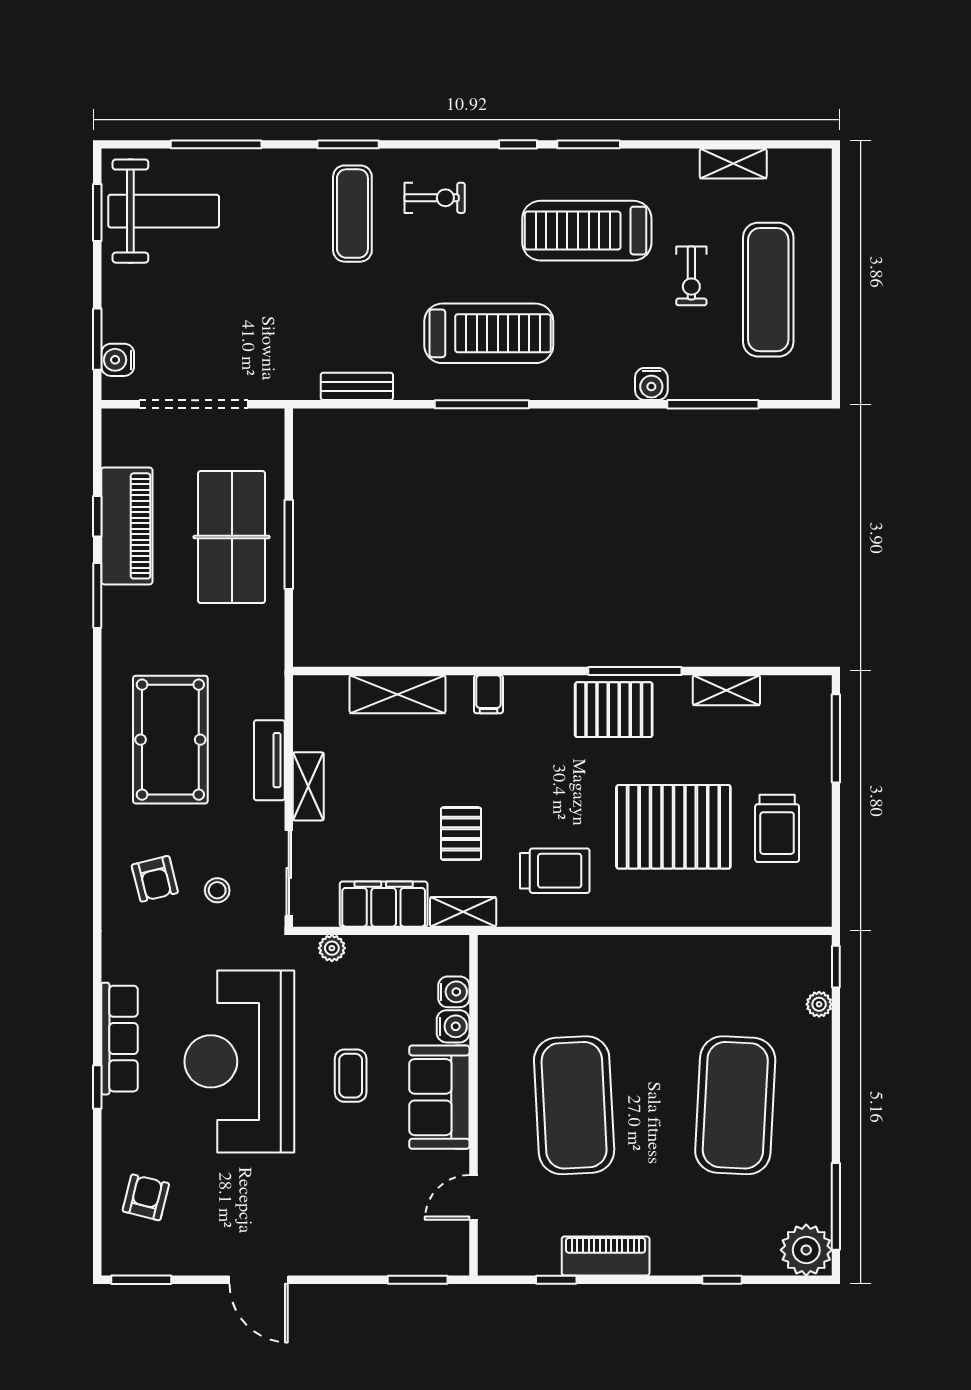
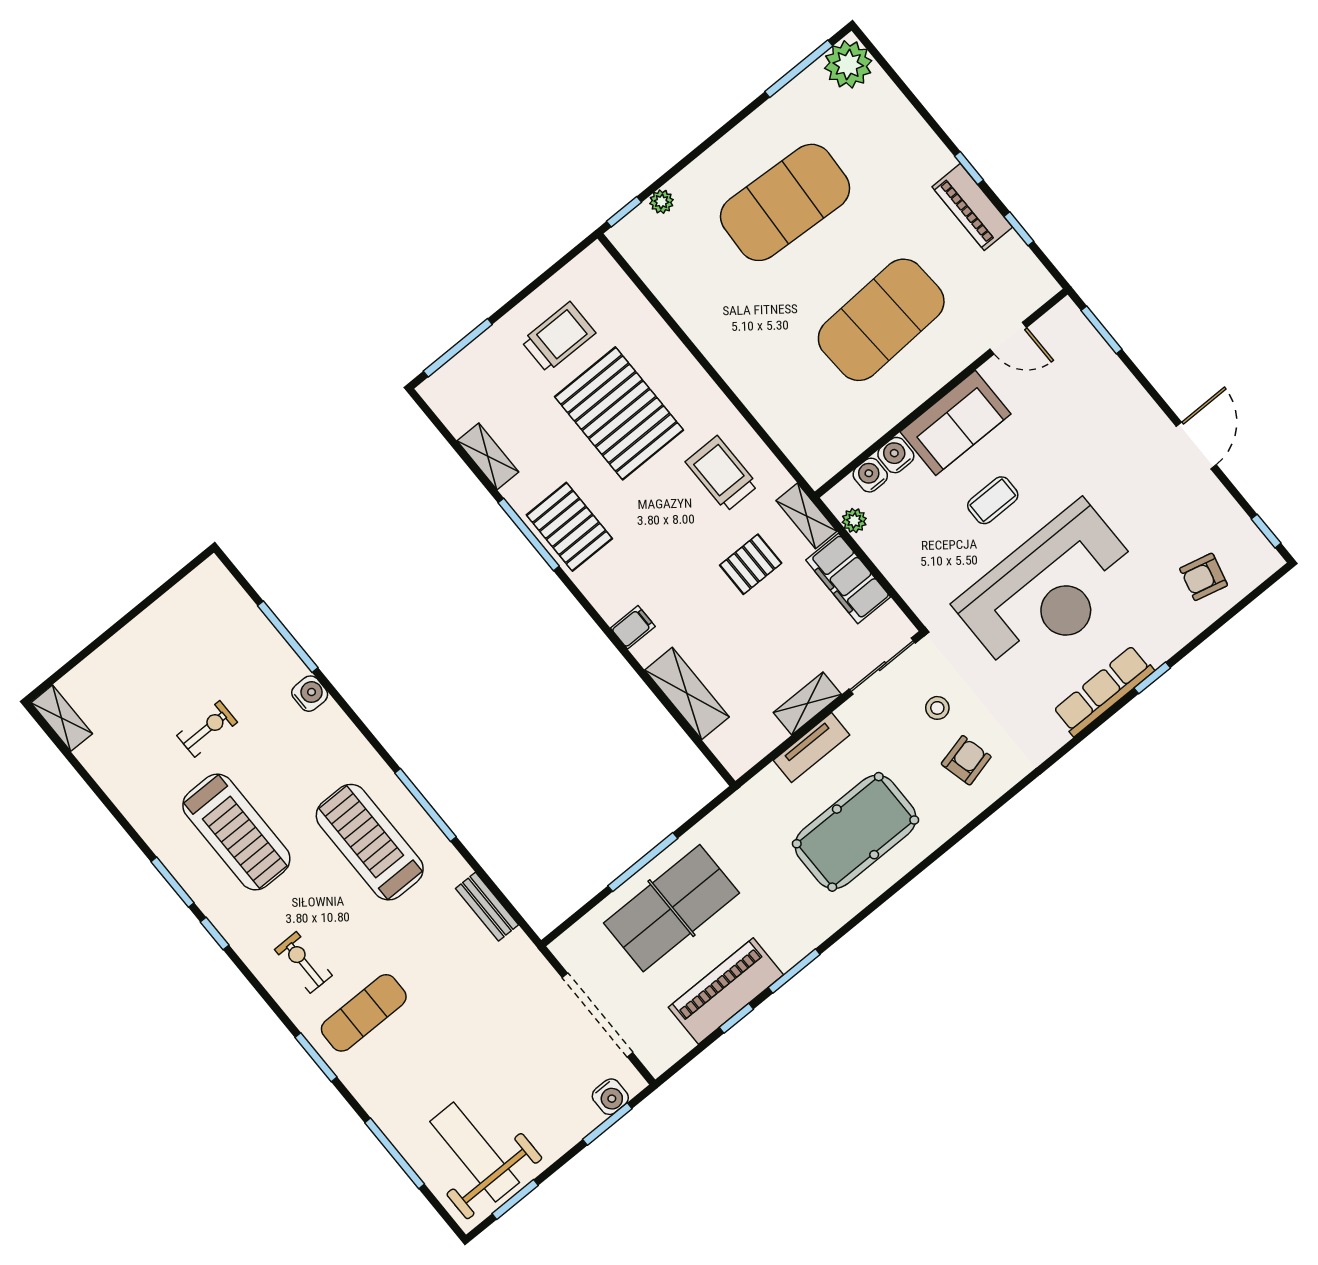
shelving: (733, 163) -> (62, 718), moved
exercise mat: (768, 290) -> (171, 665), removed
plant: (332, 948) -> (854, 520), moved
window: (141, 1280) -> (1266, 531), width x0.67
window: (722, 1280) -> (969, 168), moved

